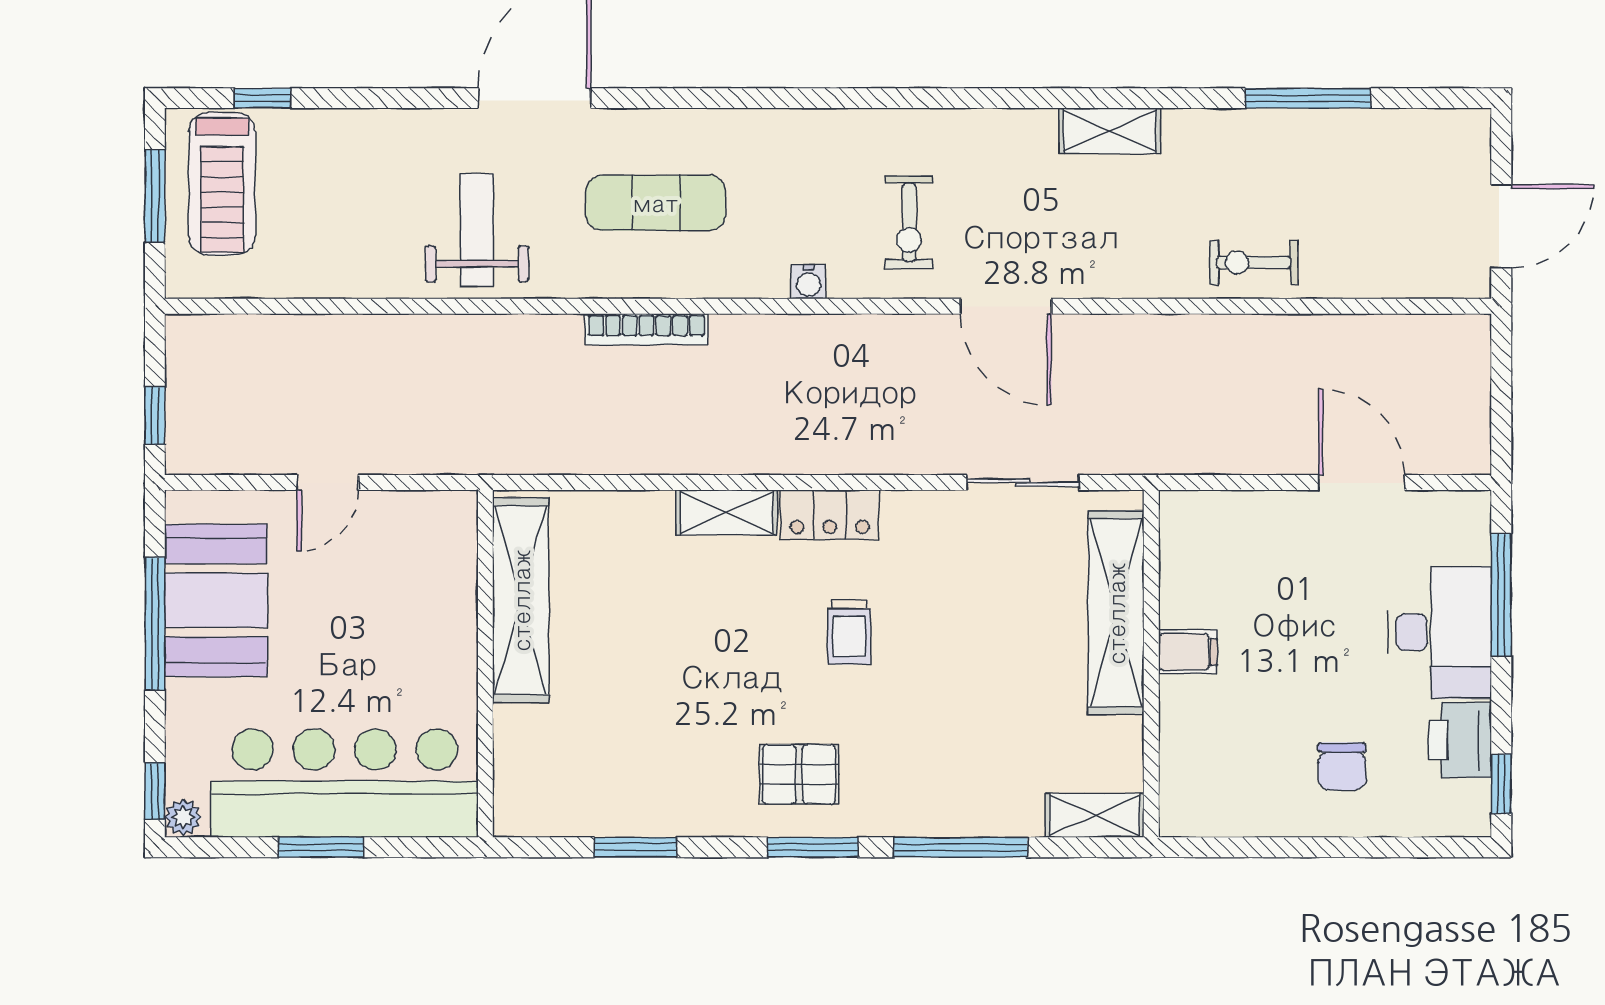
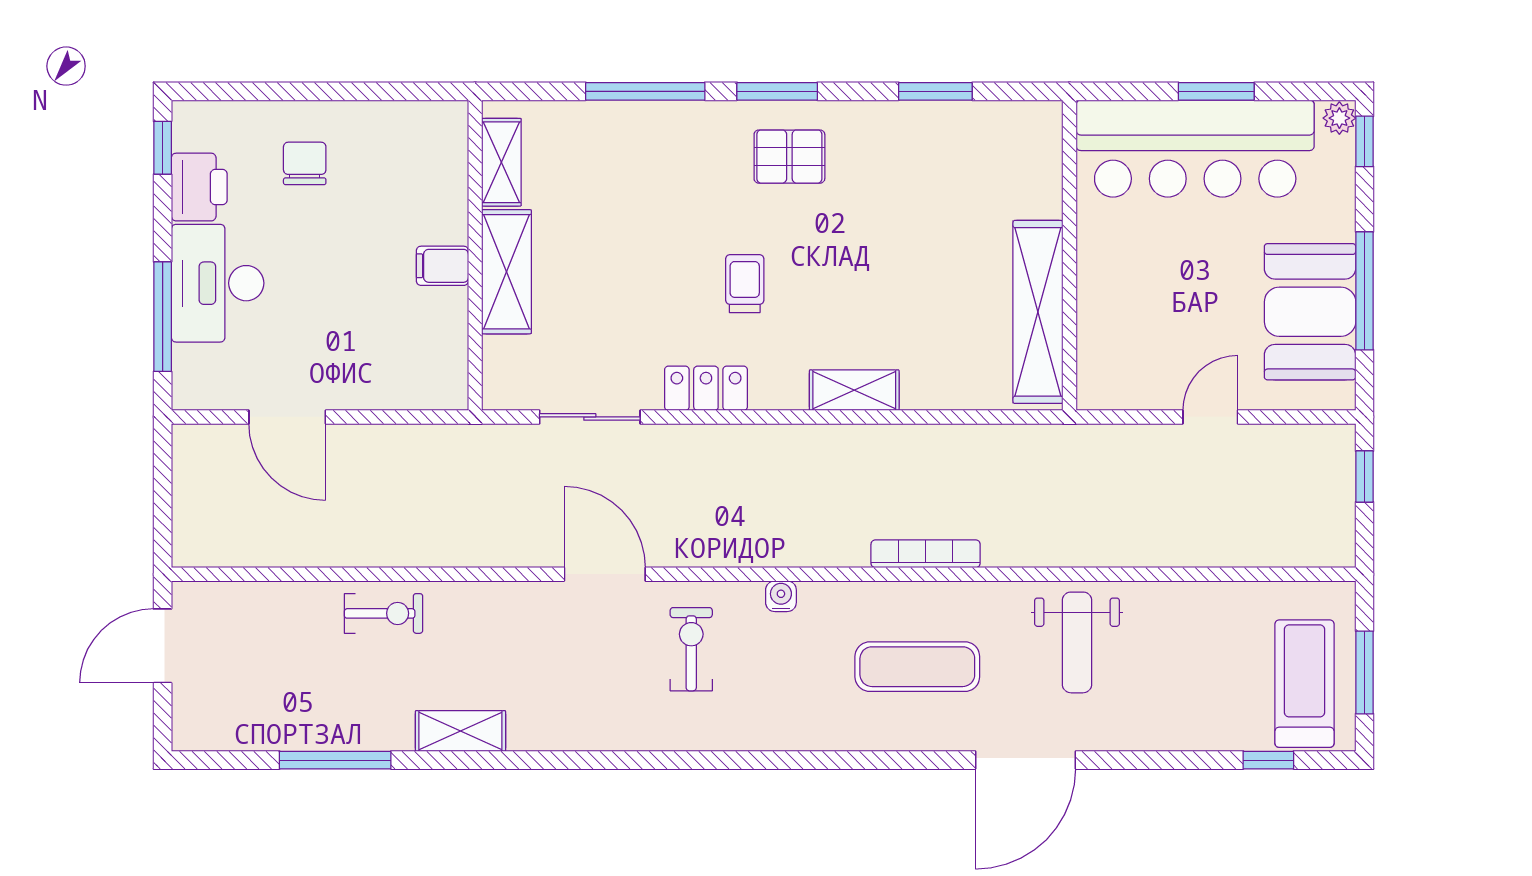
shelving: (1110, 131) -> (460, 731), moved
locker: (830, 515) -> (706, 388), moved
shelving: (1116, 613) -> (506, 272), width x0.68
shelving: (1095, 815) -> (501, 162), moved, turned 90

